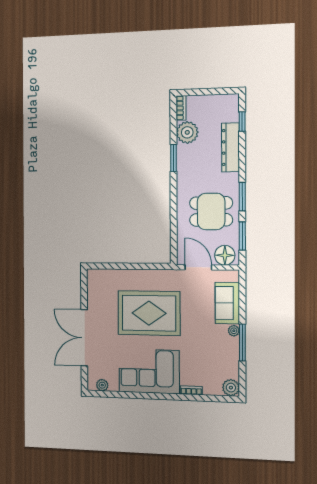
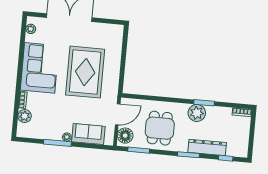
plant: (187, 132) -> (197, 113), moved
window: (242, 197) -> (188, 155), moved
plant: (231, 388) -> (25, 116), moved

